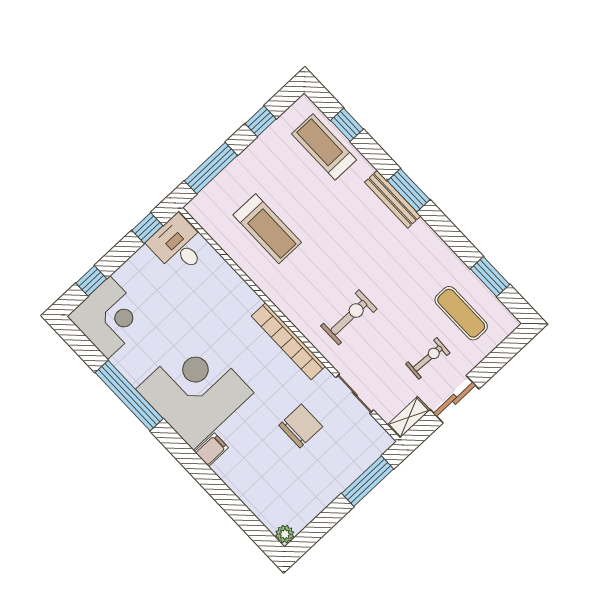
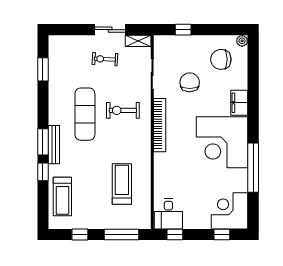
window: (347, 125) -> (43, 172), moved
exercise mat: (461, 313) -> (85, 114), moved, width x1.36, depth x1.45
chair: (301, 426) -> (190, 82), turned 90
filing cabinet: (211, 450) -> (239, 103), width x2.00
window: (368, 481) -> (183, 30), width x0.46
chair: (289, 488) -> (221, 59), added

